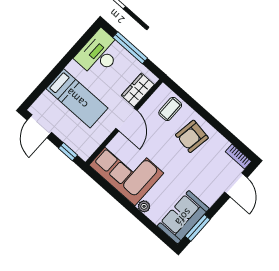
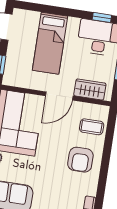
window: (83, 41) -> (102, 17), added
armchair: (192, 136) -> (80, 160), turned -99

